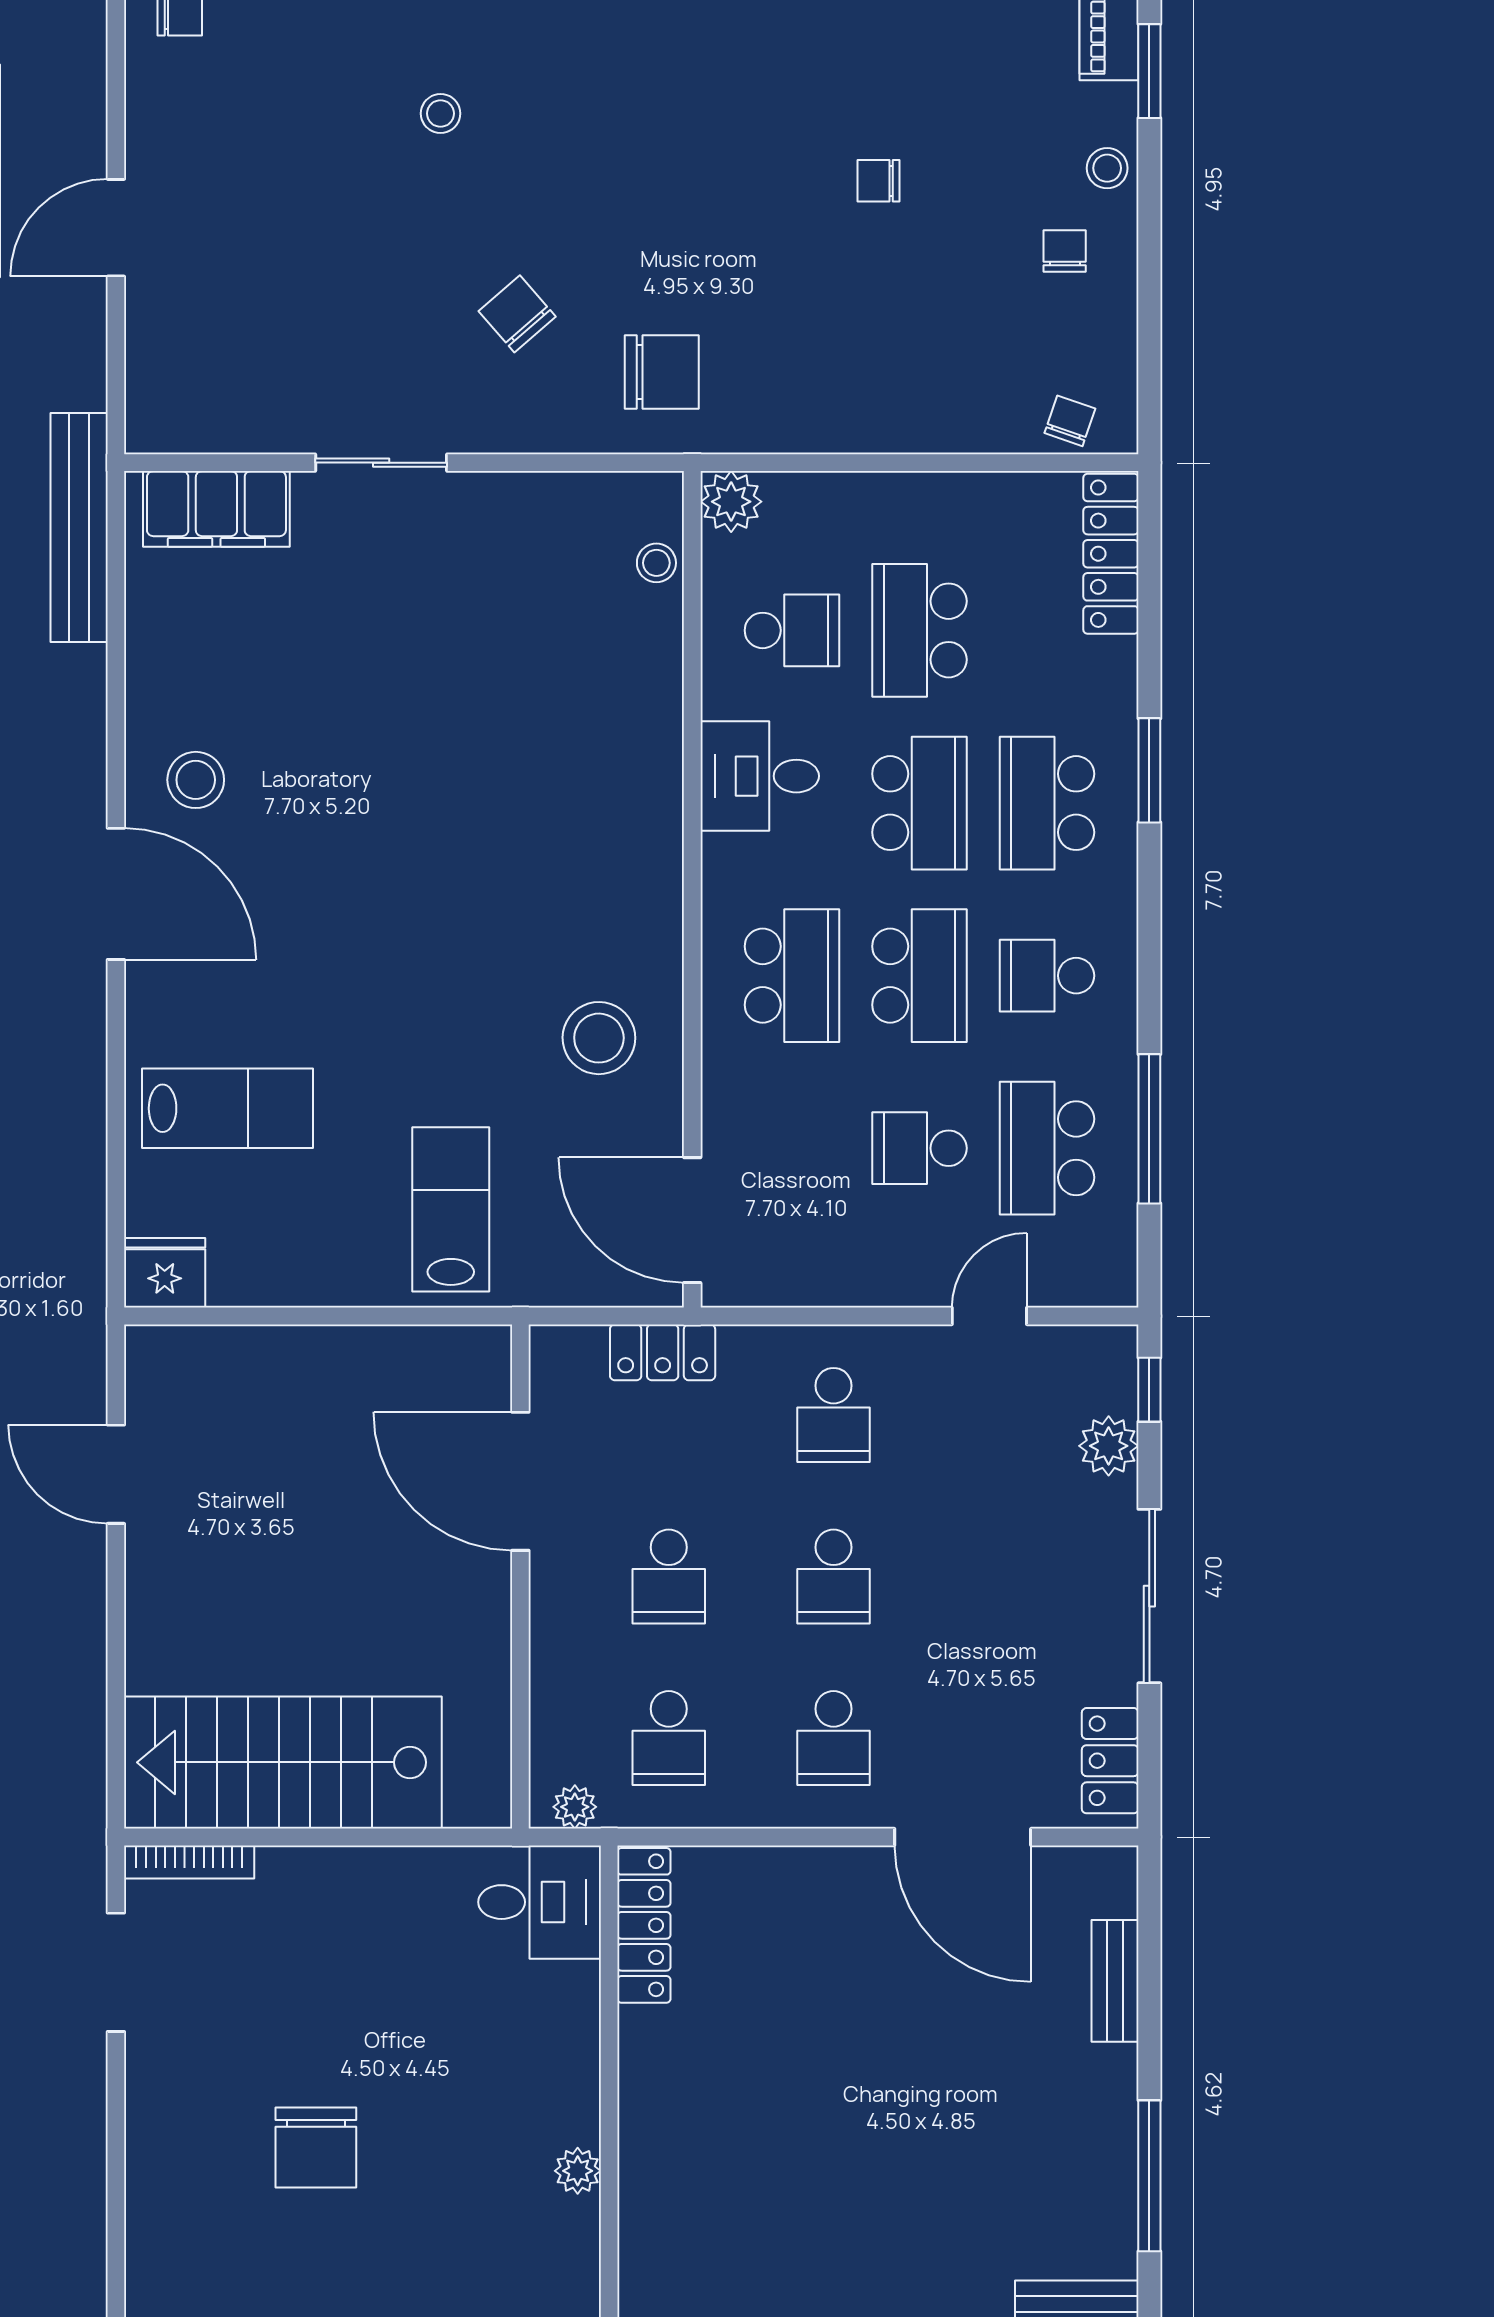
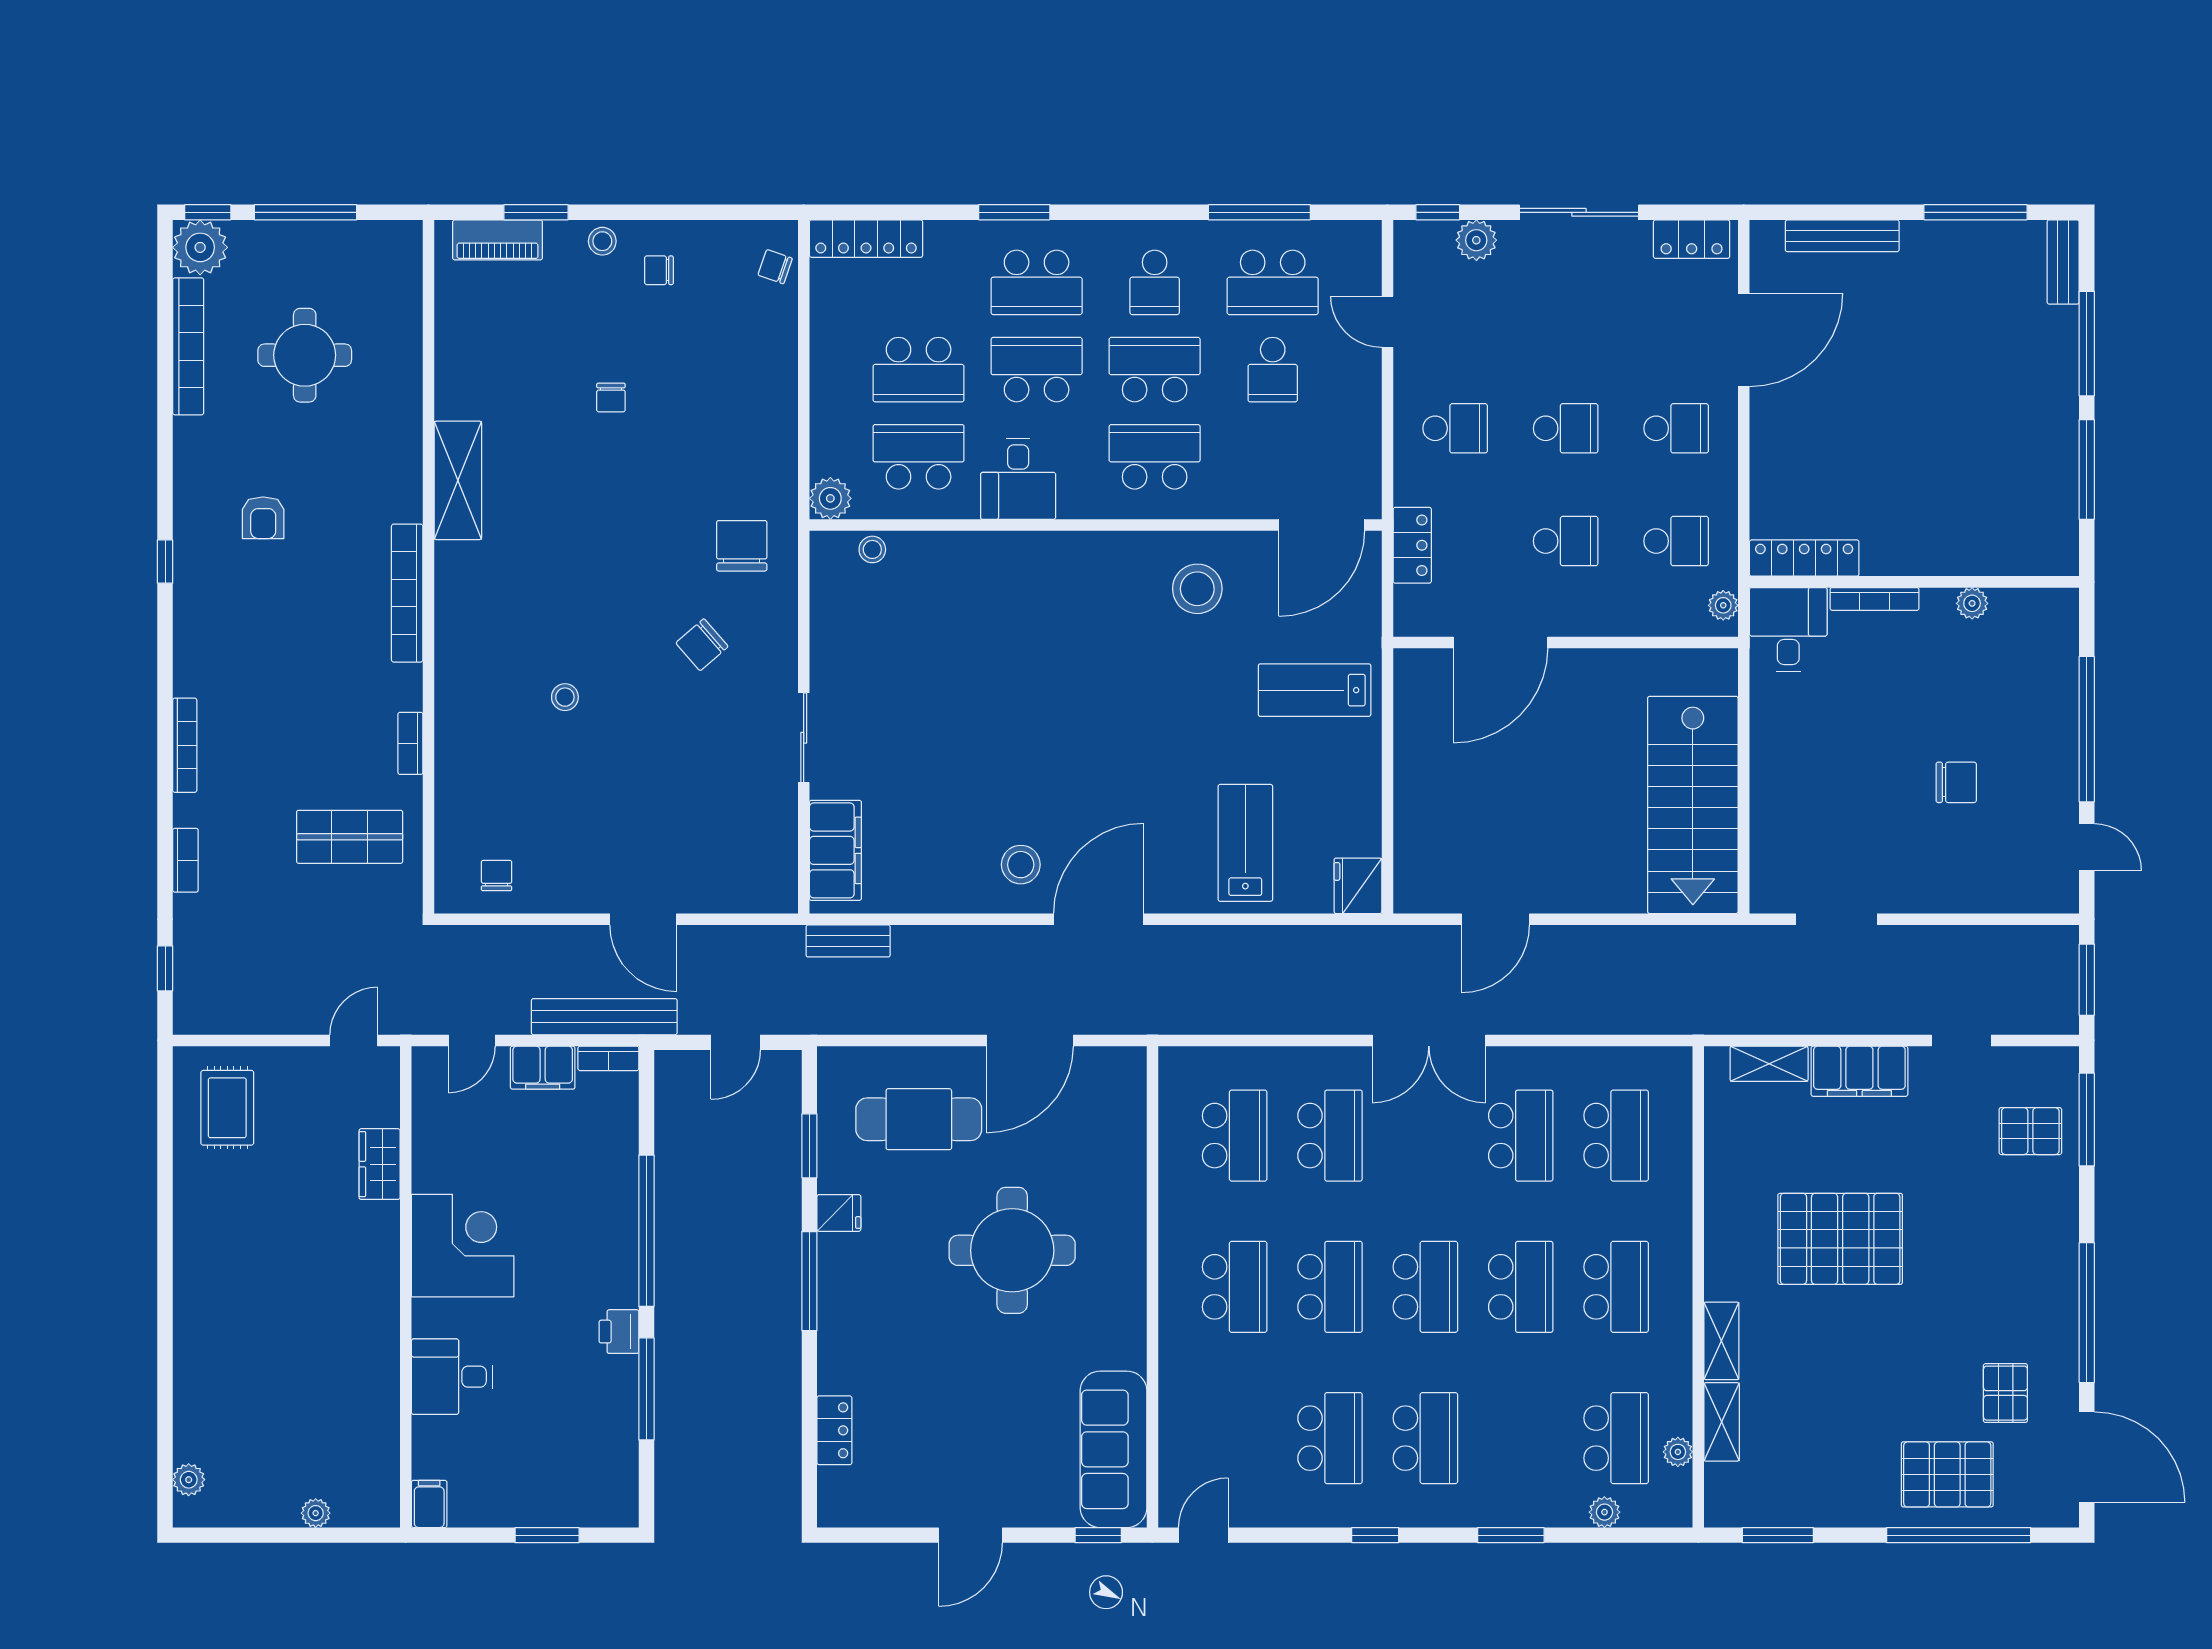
bench: (79, 528) -> (848, 941), width x0.54, depth x0.82
school desk: (792, 630) -> (919, 457), width x1.85
bookcase: (189, 1862) -> (1875, 599), moved, turned 90
bench: (1115, 1981) -> (1842, 236), width x1.36
chair: (316, 2148) -> (1956, 782), width x0.73, depth x0.73

